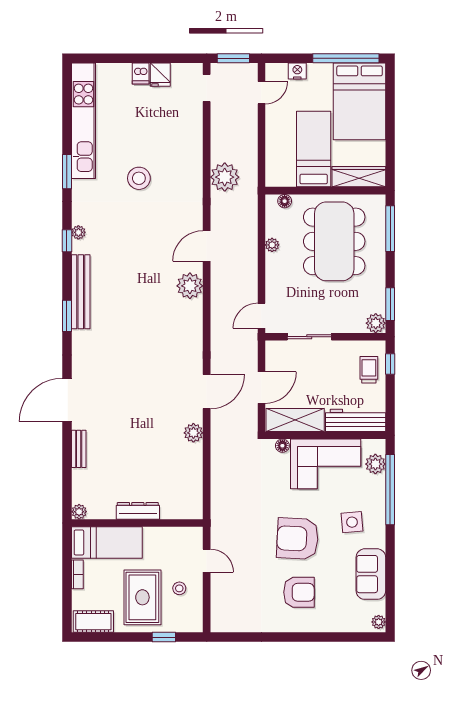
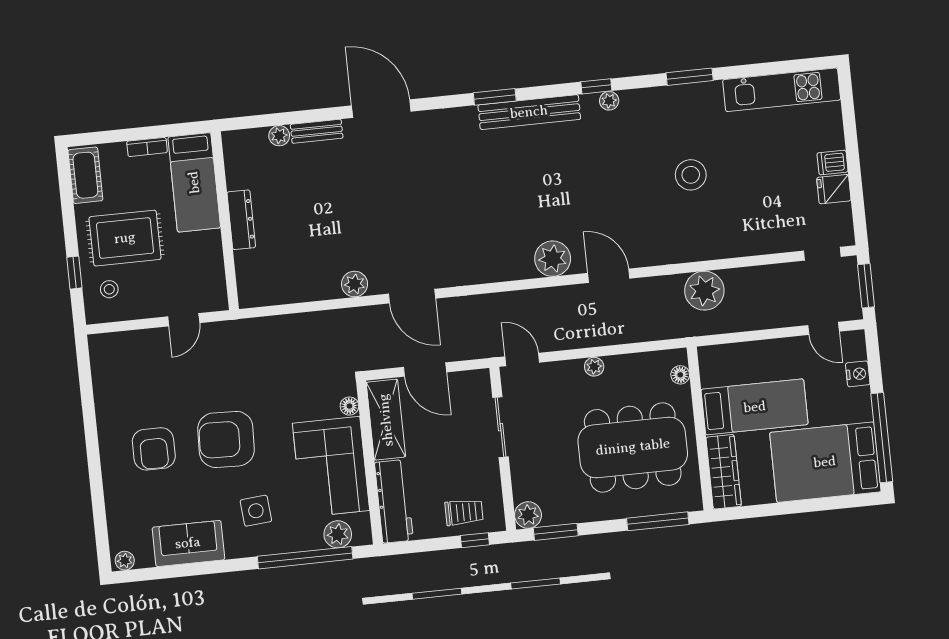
kitchen unit: (83, 121) -> (782, 90), width x0.73
plant: (272, 245) -> (594, 367), moved
plant: (79, 512) -> (279, 136), moved
armchair: (297, 539) -> (226, 439), turned -91
stool: (179, 588) -> (109, 289), moved

